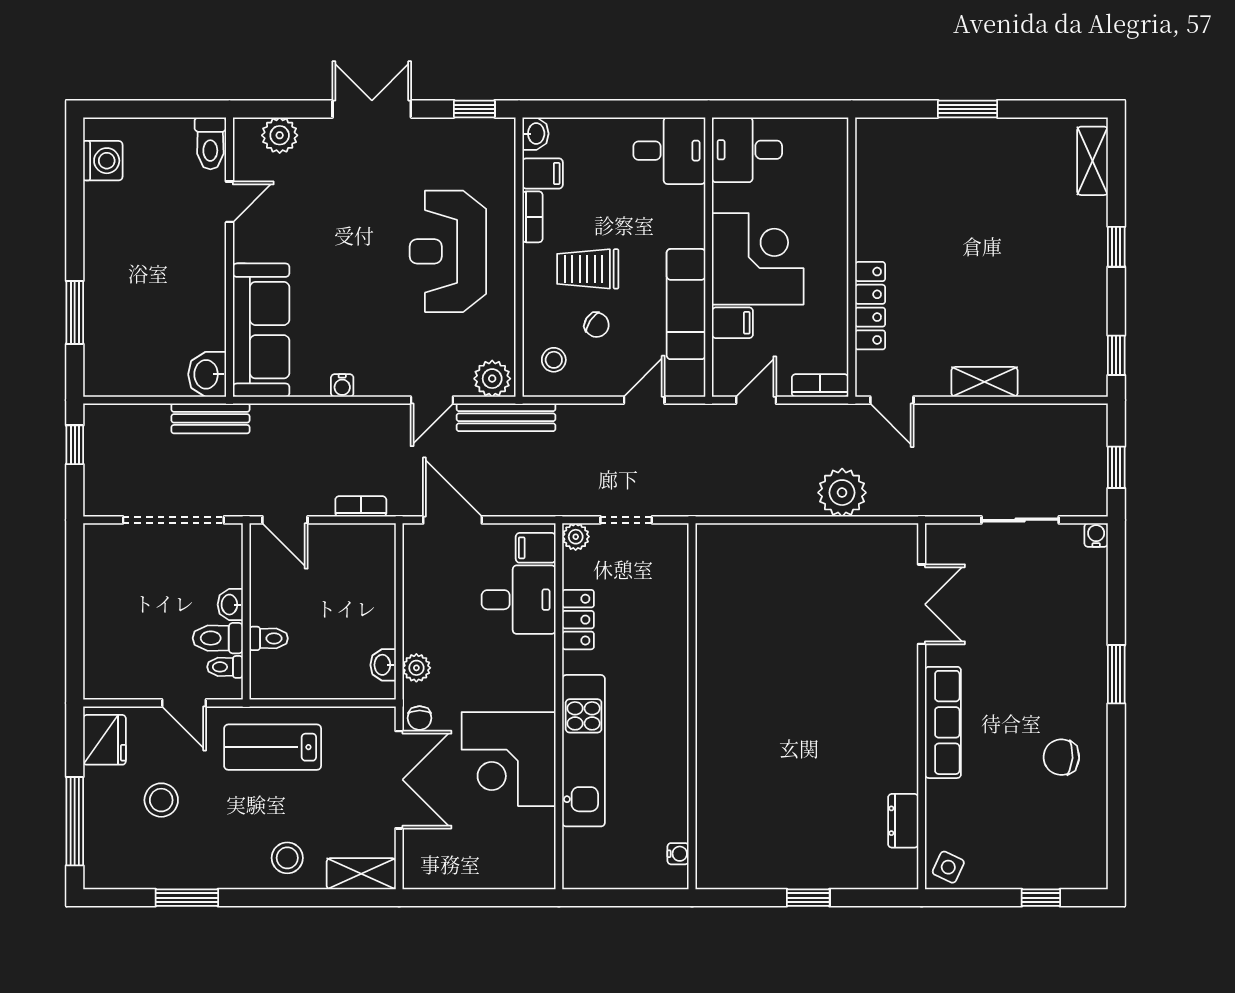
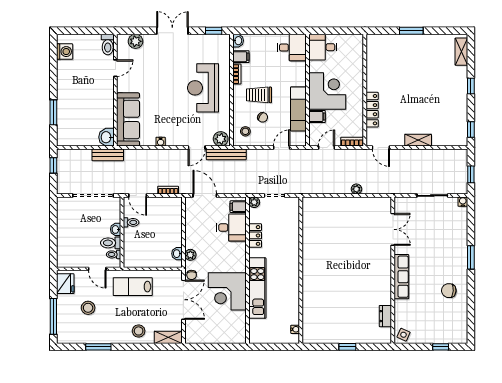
plant: (842, 493) -> (356, 189), width x0.53, depth x0.53
toilet: (269, 638) -> (131, 222), moved

